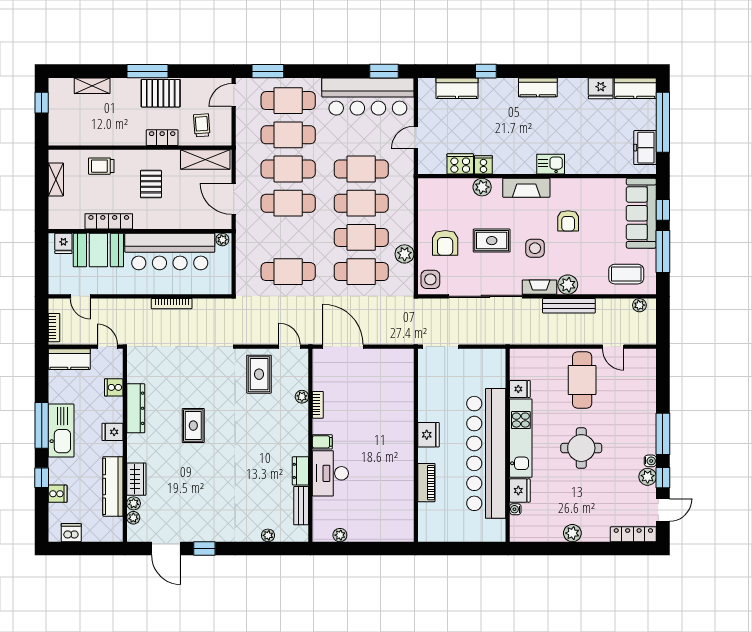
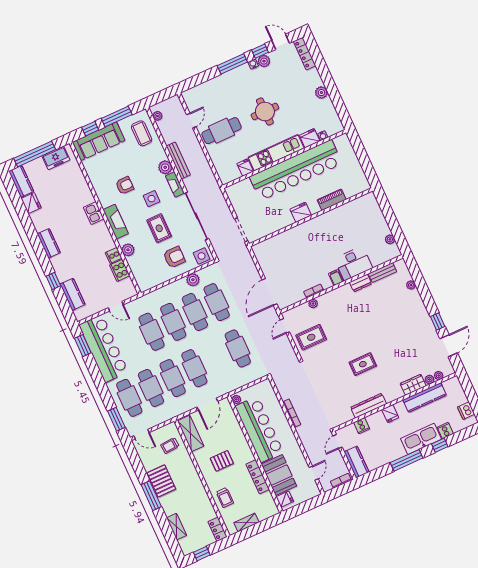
locker: (162, 138) -> (218, 529), moved
kitchen sink: (61, 430) -> (421, 439), moved

